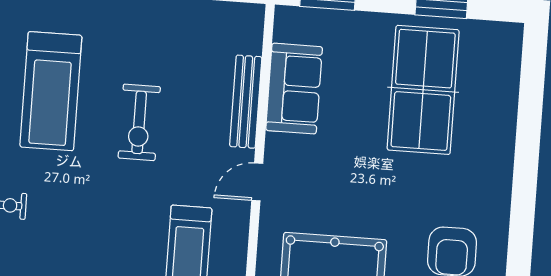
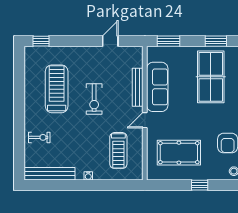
sofa: (294, 89) -> (157, 87), width x1.36
treadmill: (51, 91) -> (57, 89), turned 180

